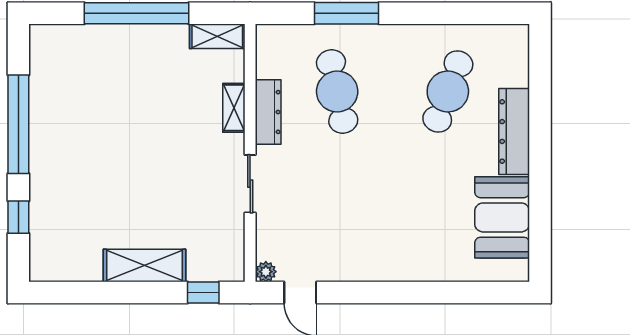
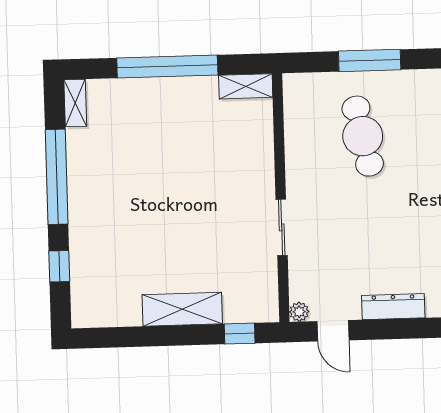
shelving: (234, 108) -> (75, 103), moved
dresser: (268, 112) -> (393, 307), moved, turned -90

